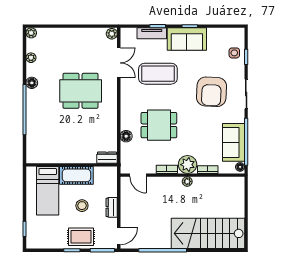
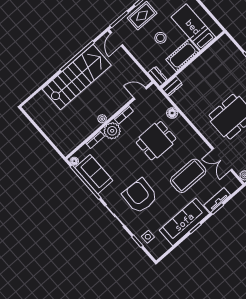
sofa: (187, 39) -> (184, 222), width x1.36
dresser: (112, 207) -> (158, 76), moved
stairs: (208, 233) -> (77, 77), moved

